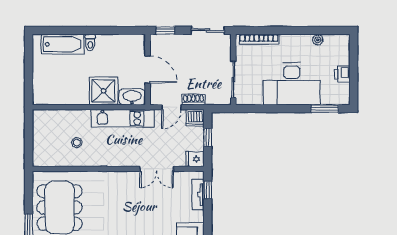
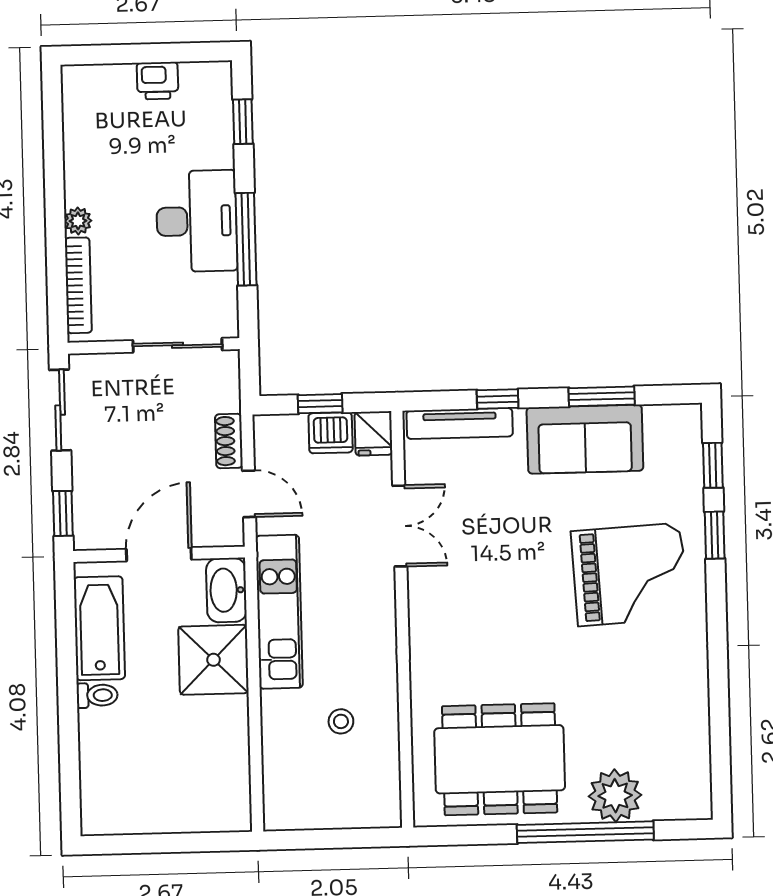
plant: (318, 40) -> (78, 221), moved
bathtub: (63, 44) -> (99, 628), moved
desk: (292, 84) -> (197, 221), width x0.73, depth x0.77
window: (276, 109) -> (246, 239), added
window: (325, 109) -> (243, 122), width x0.67
dishwasher: (195, 118) -> (331, 433), moved, turned 90
window: (208, 190) -> (498, 399), moved
tv unit: (198, 195) -> (460, 424), width x1.41

